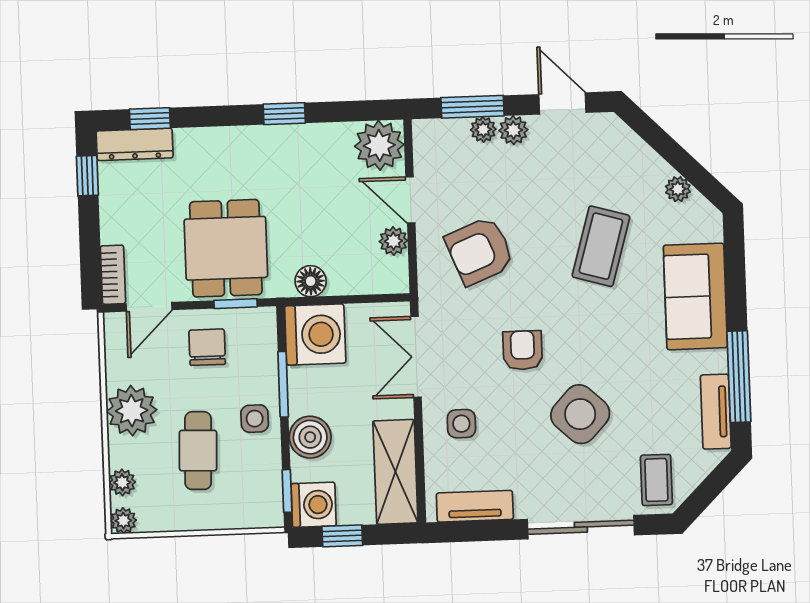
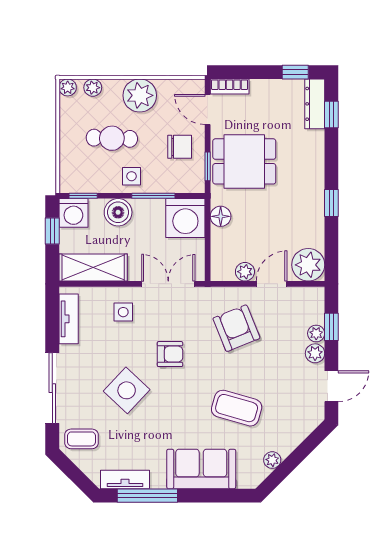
window: (472, 107) -> (331, 327), width x0.67

